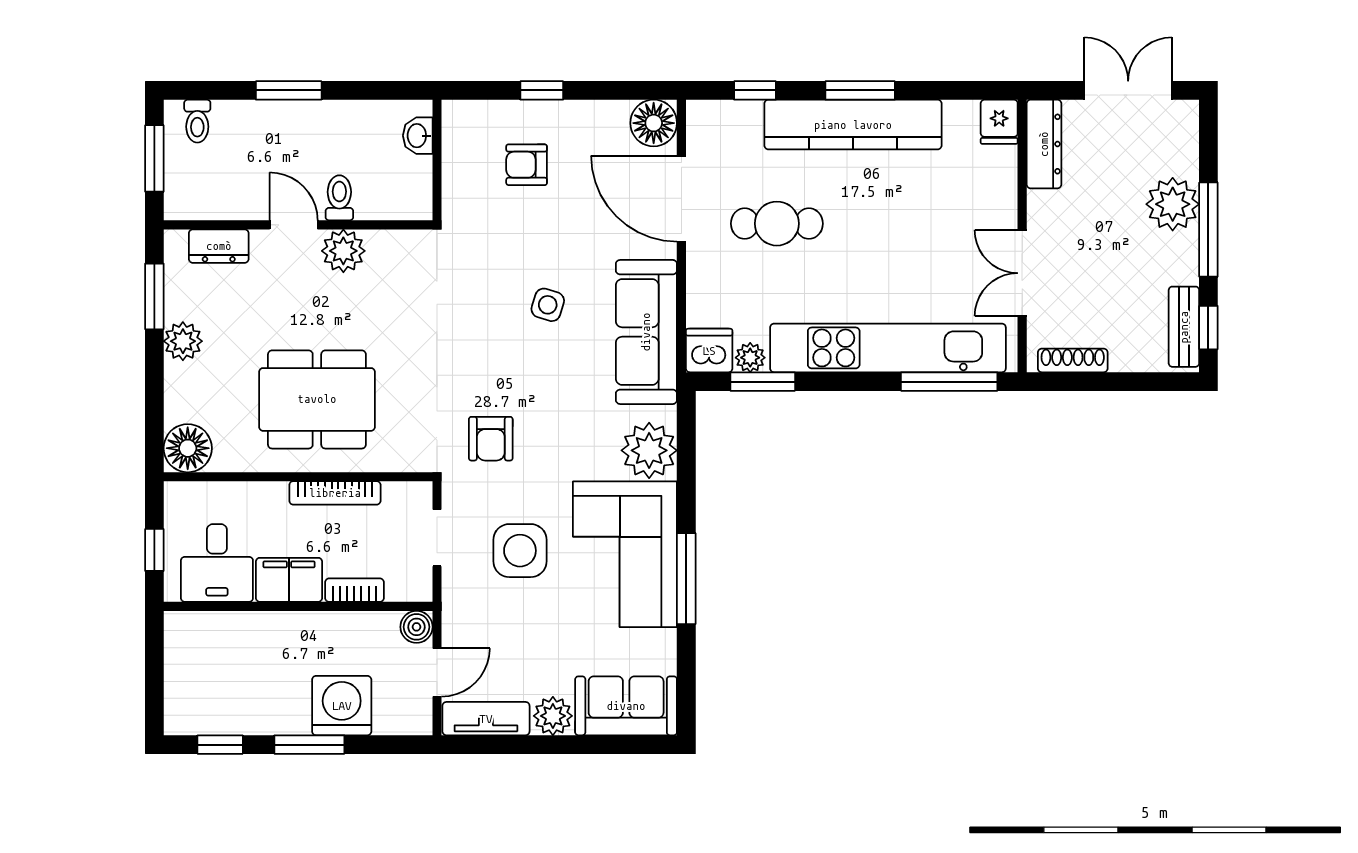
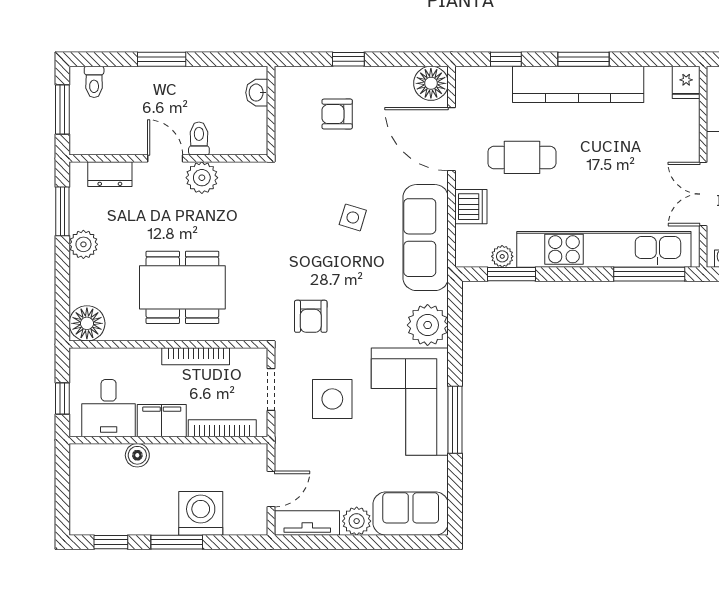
dishwasher: (709, 351) -> (471, 207), moved, turned 90
bookcase: (354, 590) -> (222, 428), width x1.56
boiler: (416, 627) -> (137, 455), moved

